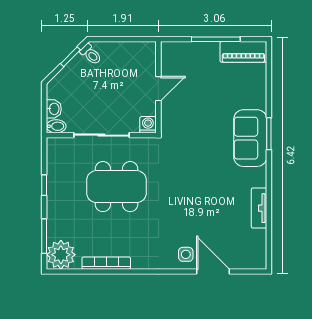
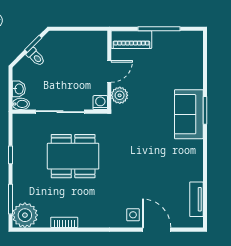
piano: (243, 52) -> (131, 40), moved
toilet: (91, 54) -> (36, 57), moved
plant: (170, 116) -> (120, 95), added
tv unit: (259, 208) -> (196, 199), moved
bookcase: (106, 263) -> (64, 222), width x0.64

